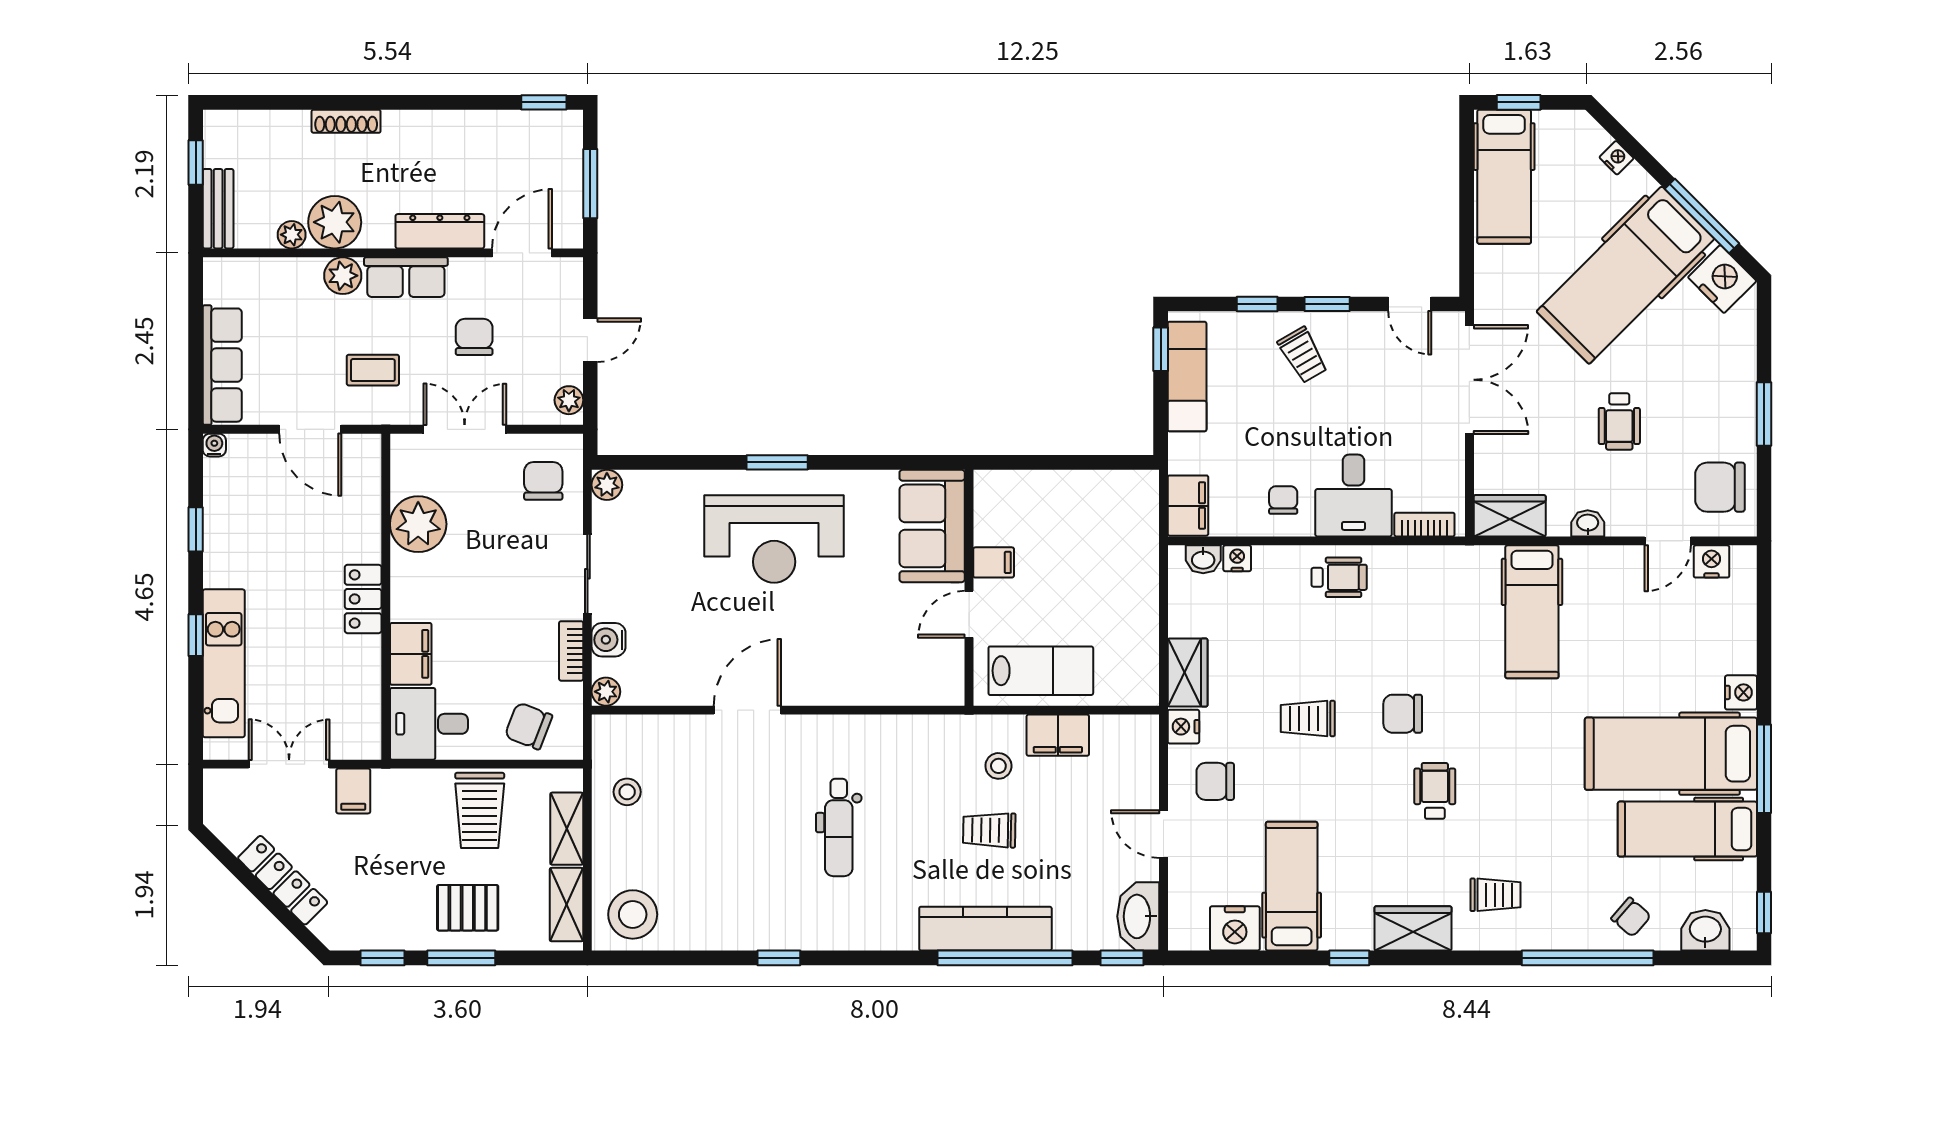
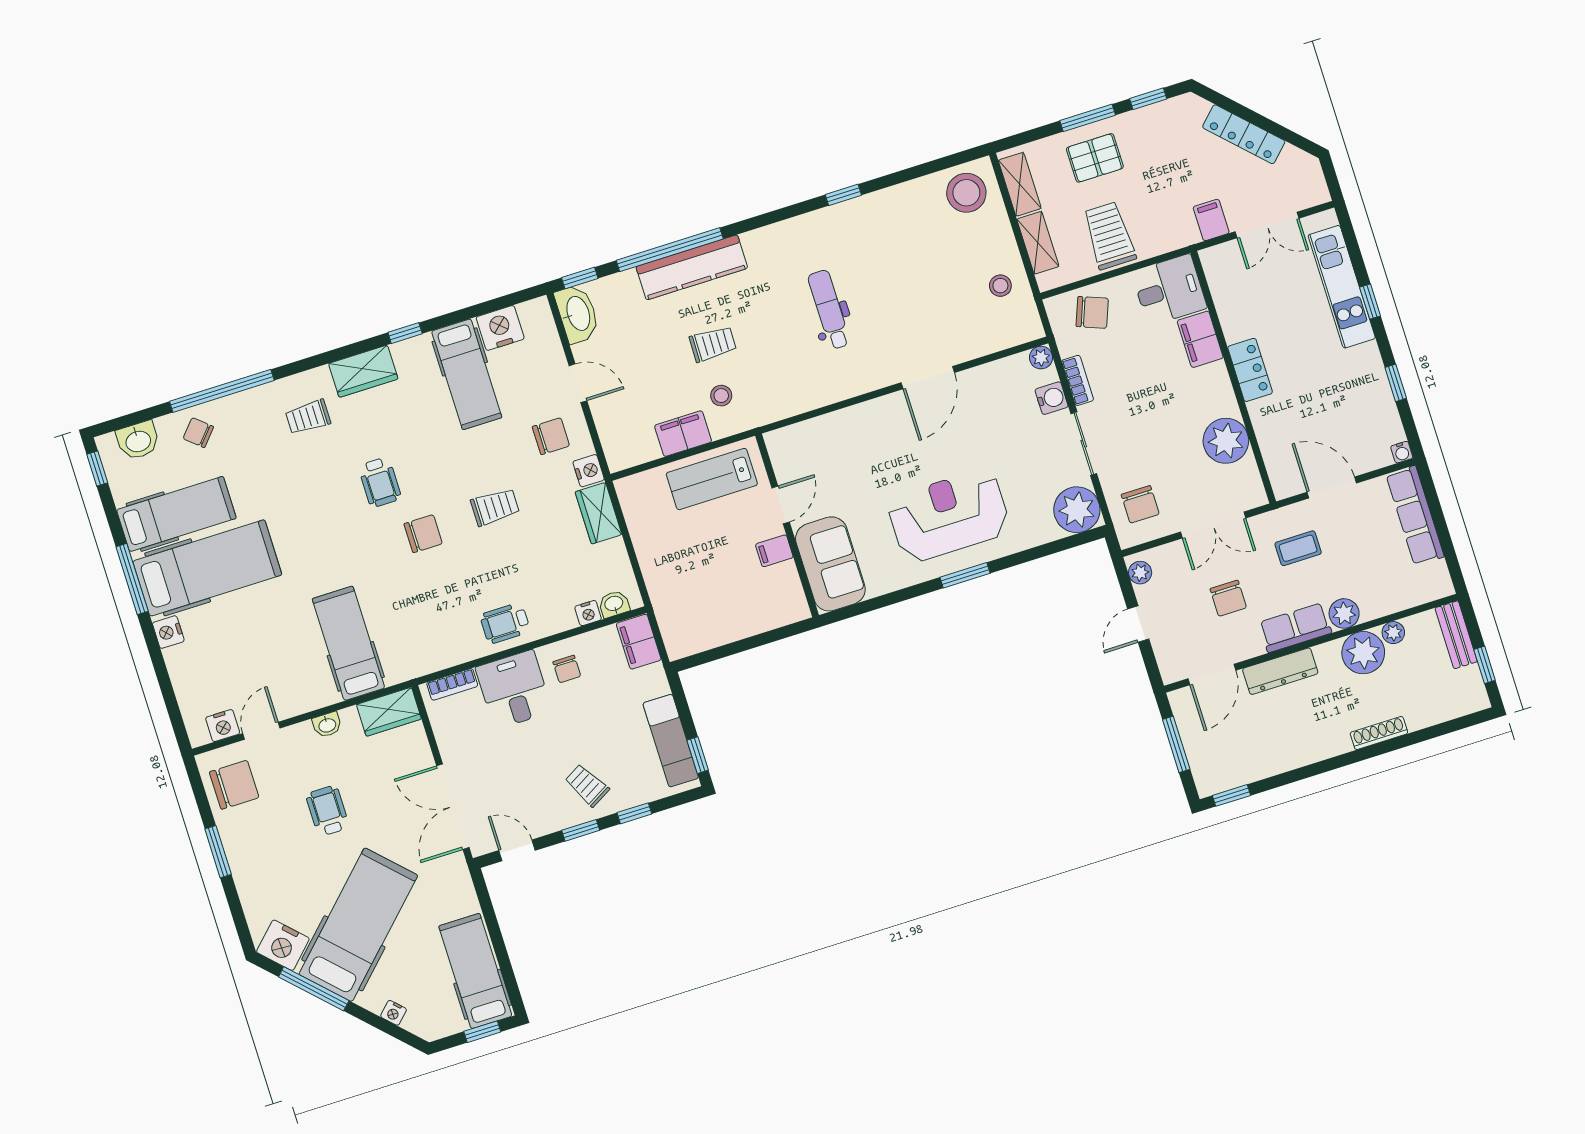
plant: (607, 485) -> (1077, 510), width x1.88, depth x1.88

